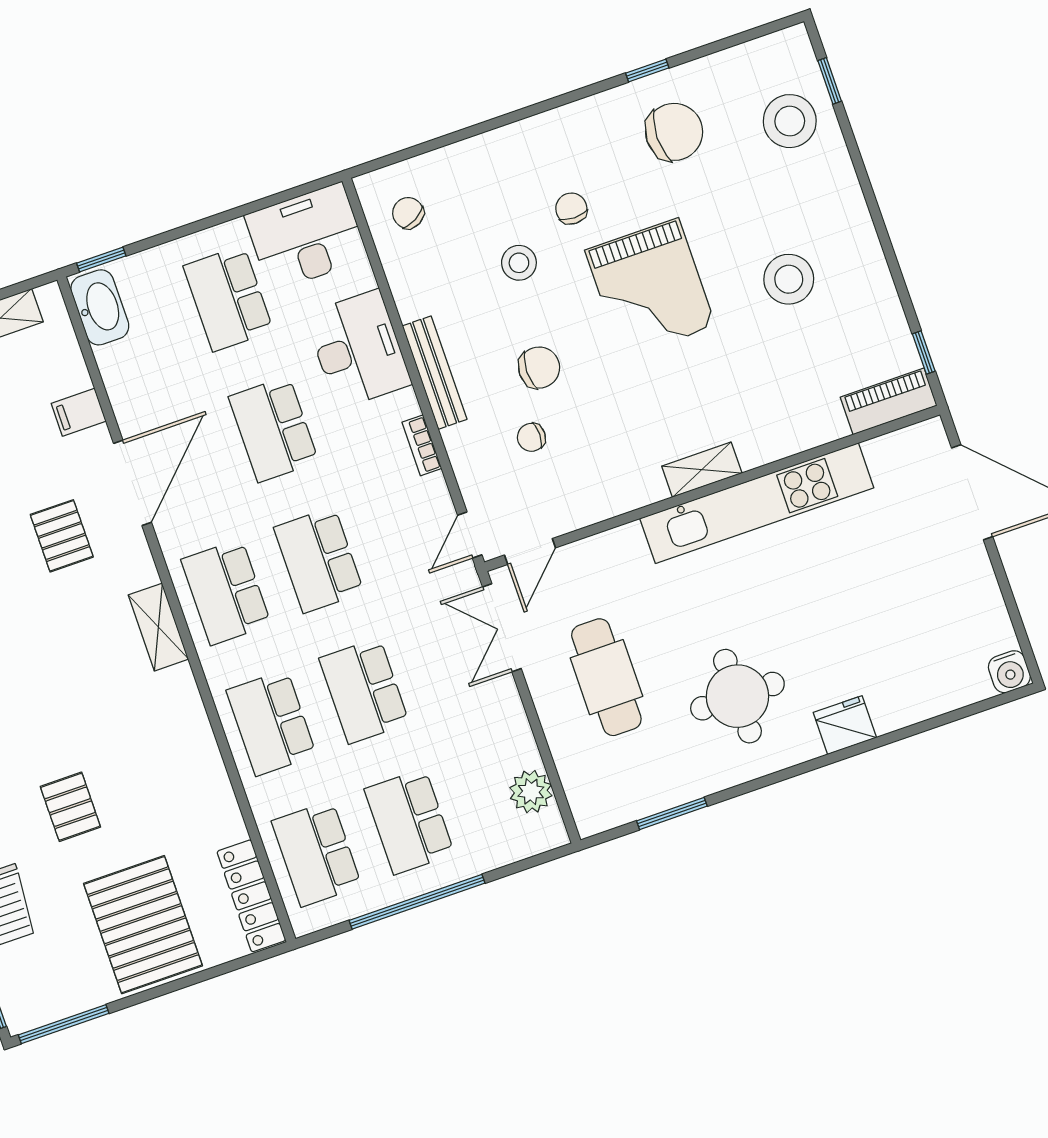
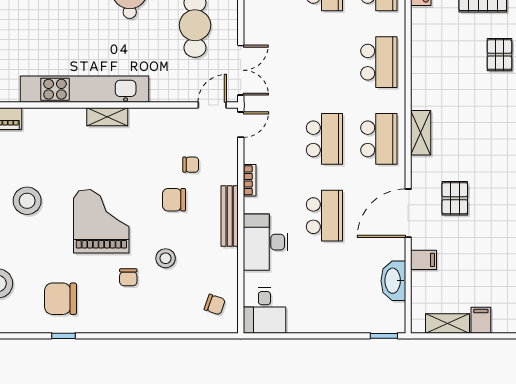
chair: (408, 213) -> (215, 305), turned -42
desk: (306, 237) -> (264, 310), width x0.73
school desk: (228, 298) -> (324, 292), removed
washbasin: (100, 307) -> (393, 281), moved
school desk: (364, 691) -> (324, 62), removed

